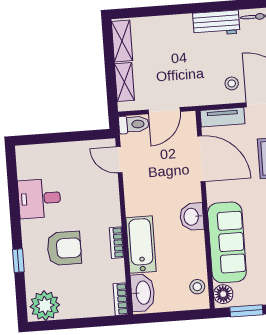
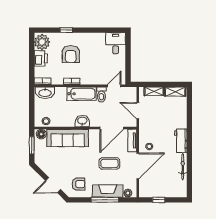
toilet: (134, 124) -> (101, 95), moved
desk: (39, 198) -> (116, 43), moved
bathtub: (141, 245) -> (81, 94), moved
printer: (77, 306) -> (41, 58), added

